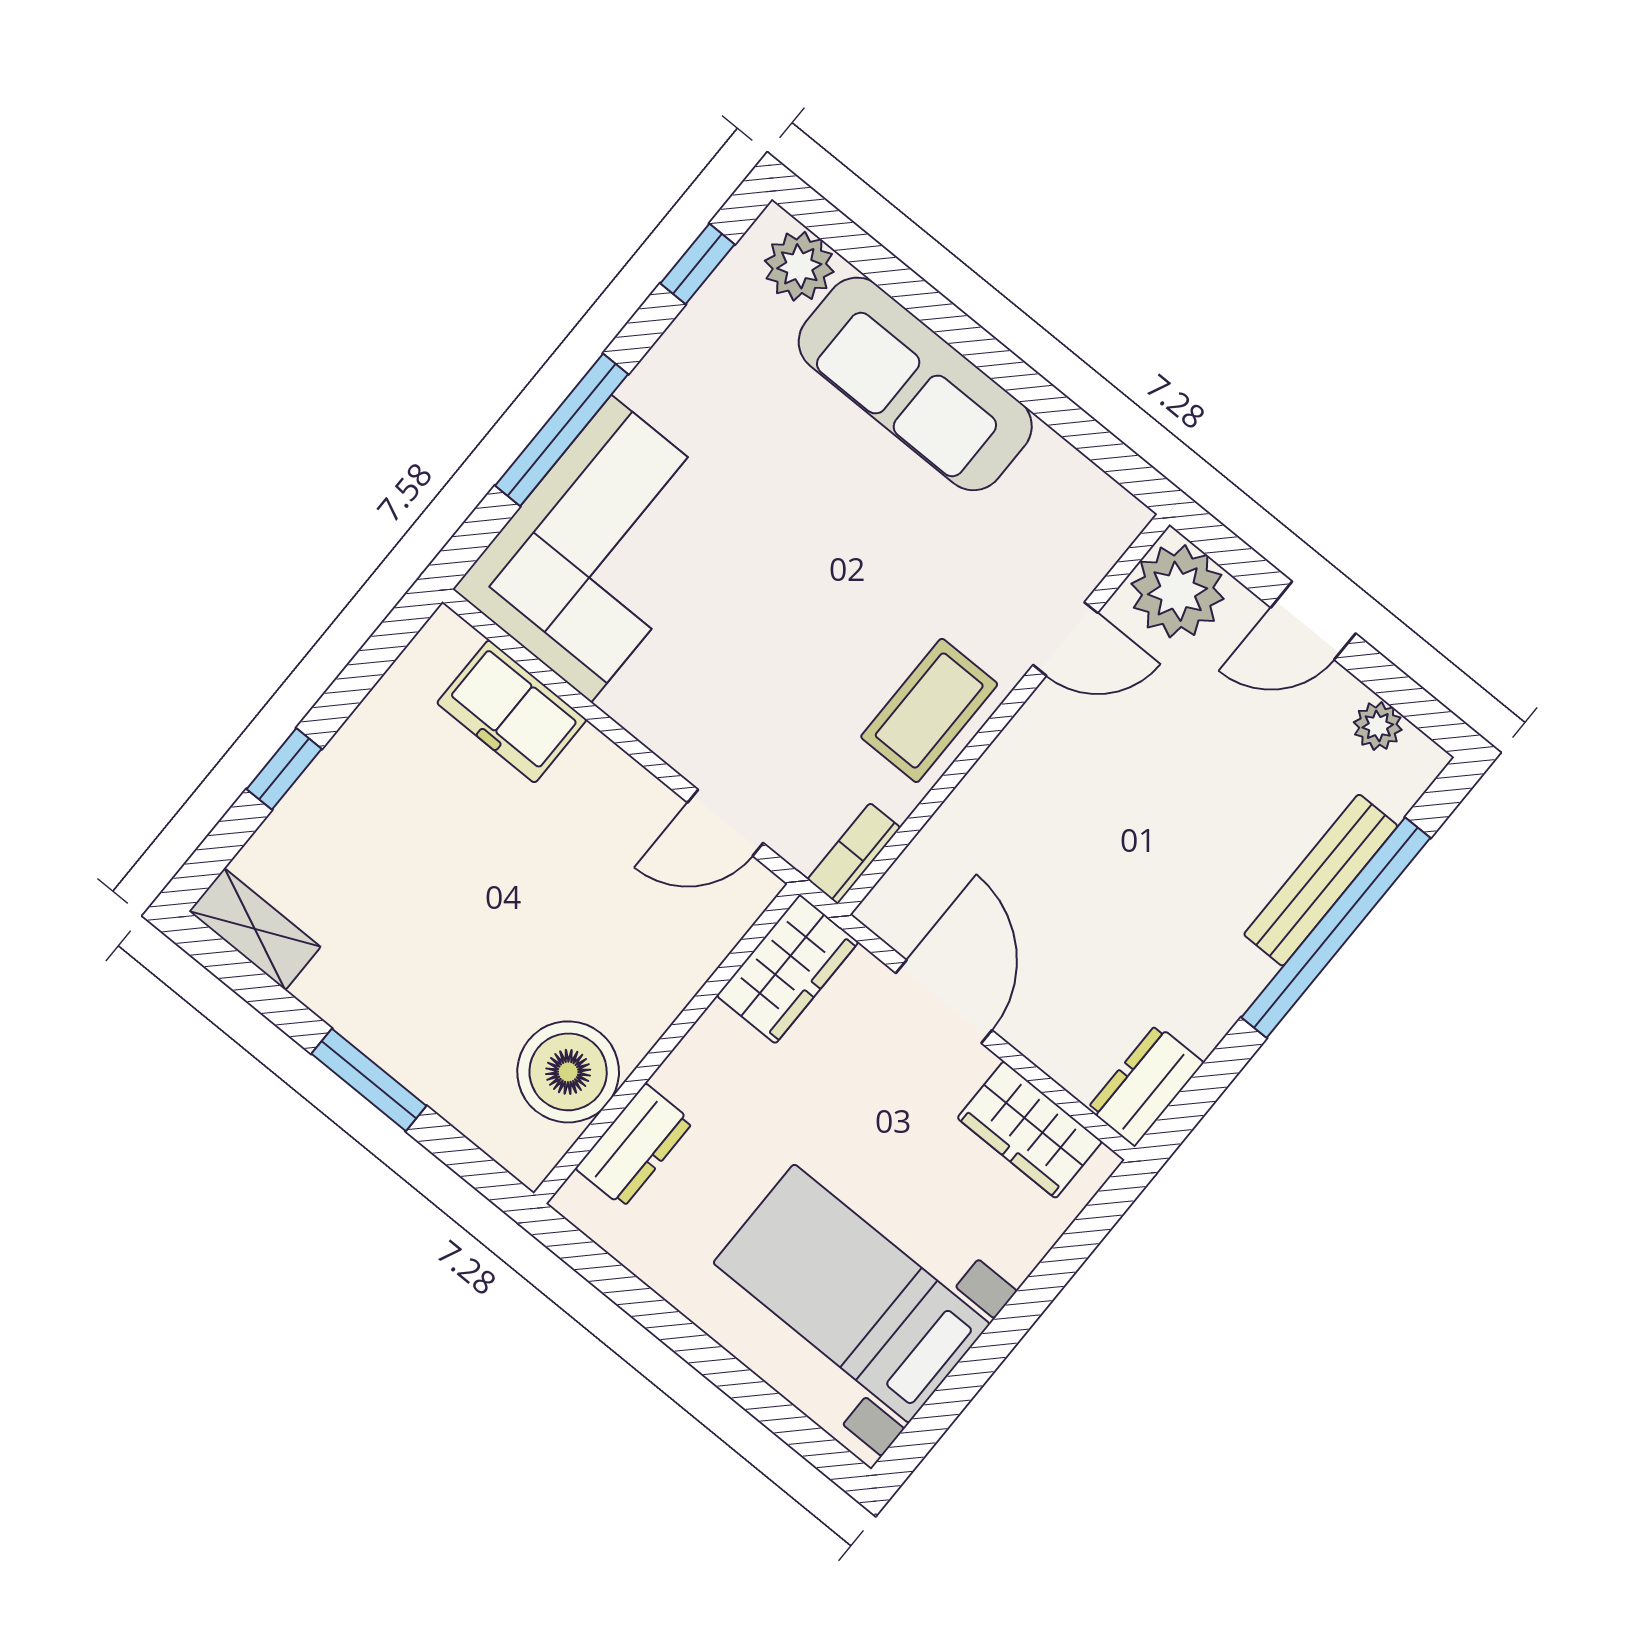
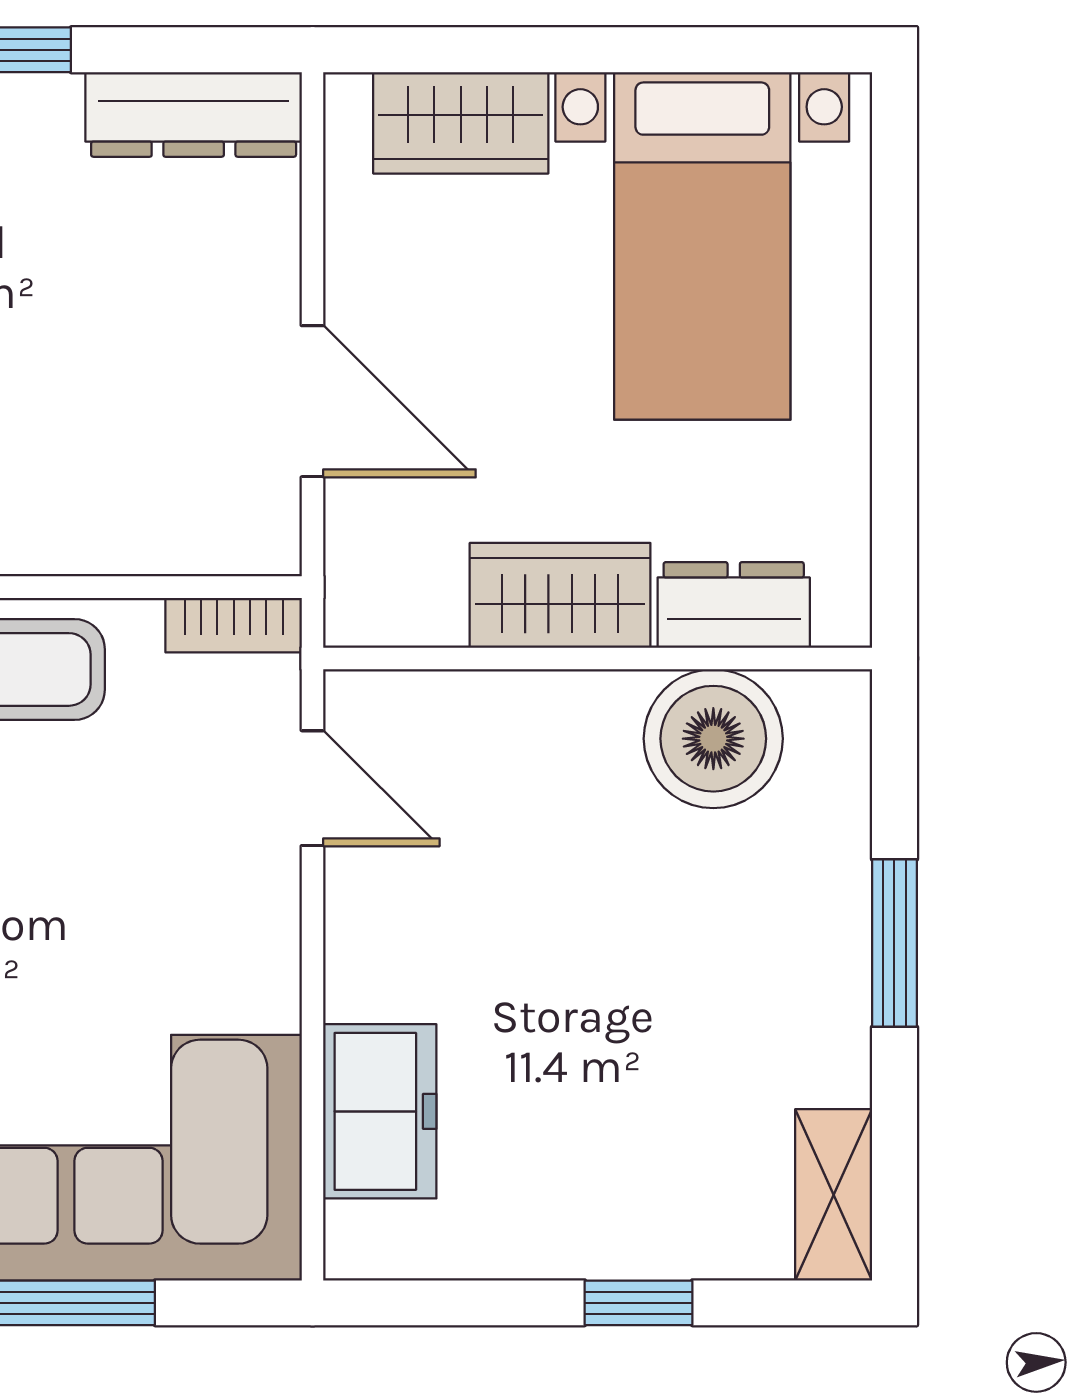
wardrobe: (788, 969) -> (560, 595), moved
door: (944, 1002) -> (313, 401), swing flipped
dresser: (1146, 1086) -> (194, 114), width x1.44
wardrobe: (1030, 1130) -> (461, 123), moved, turned 90

